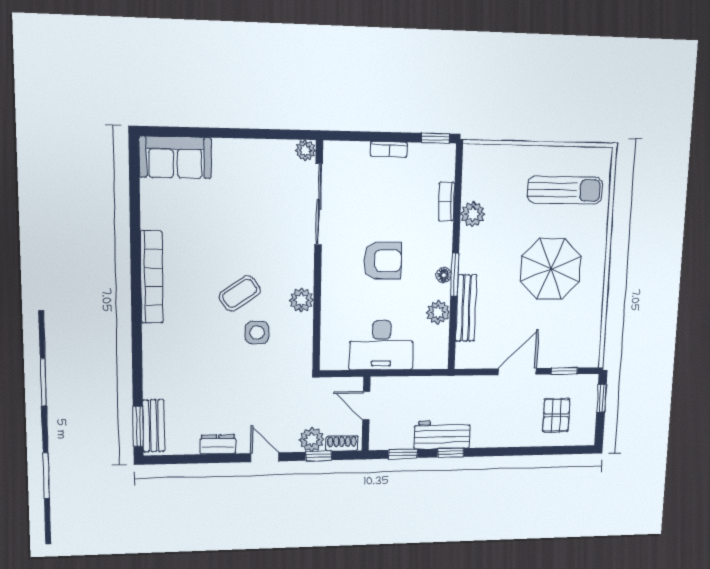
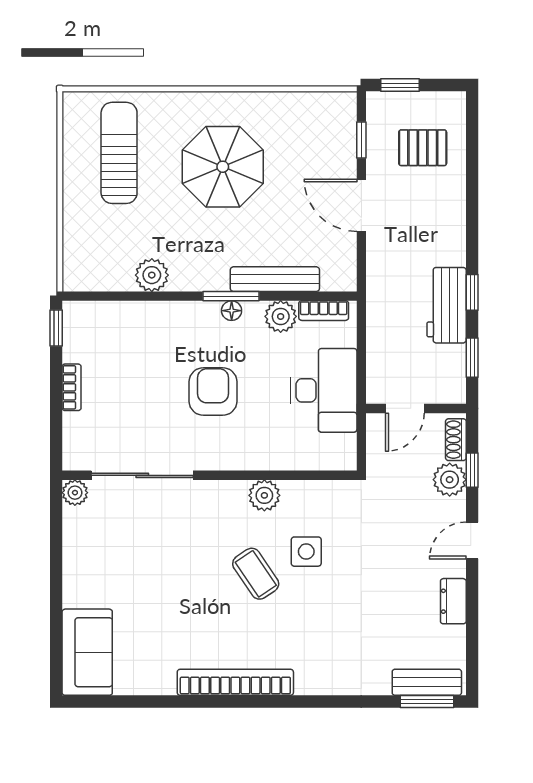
bookcase: (446, 202) -> (324, 311), moved

